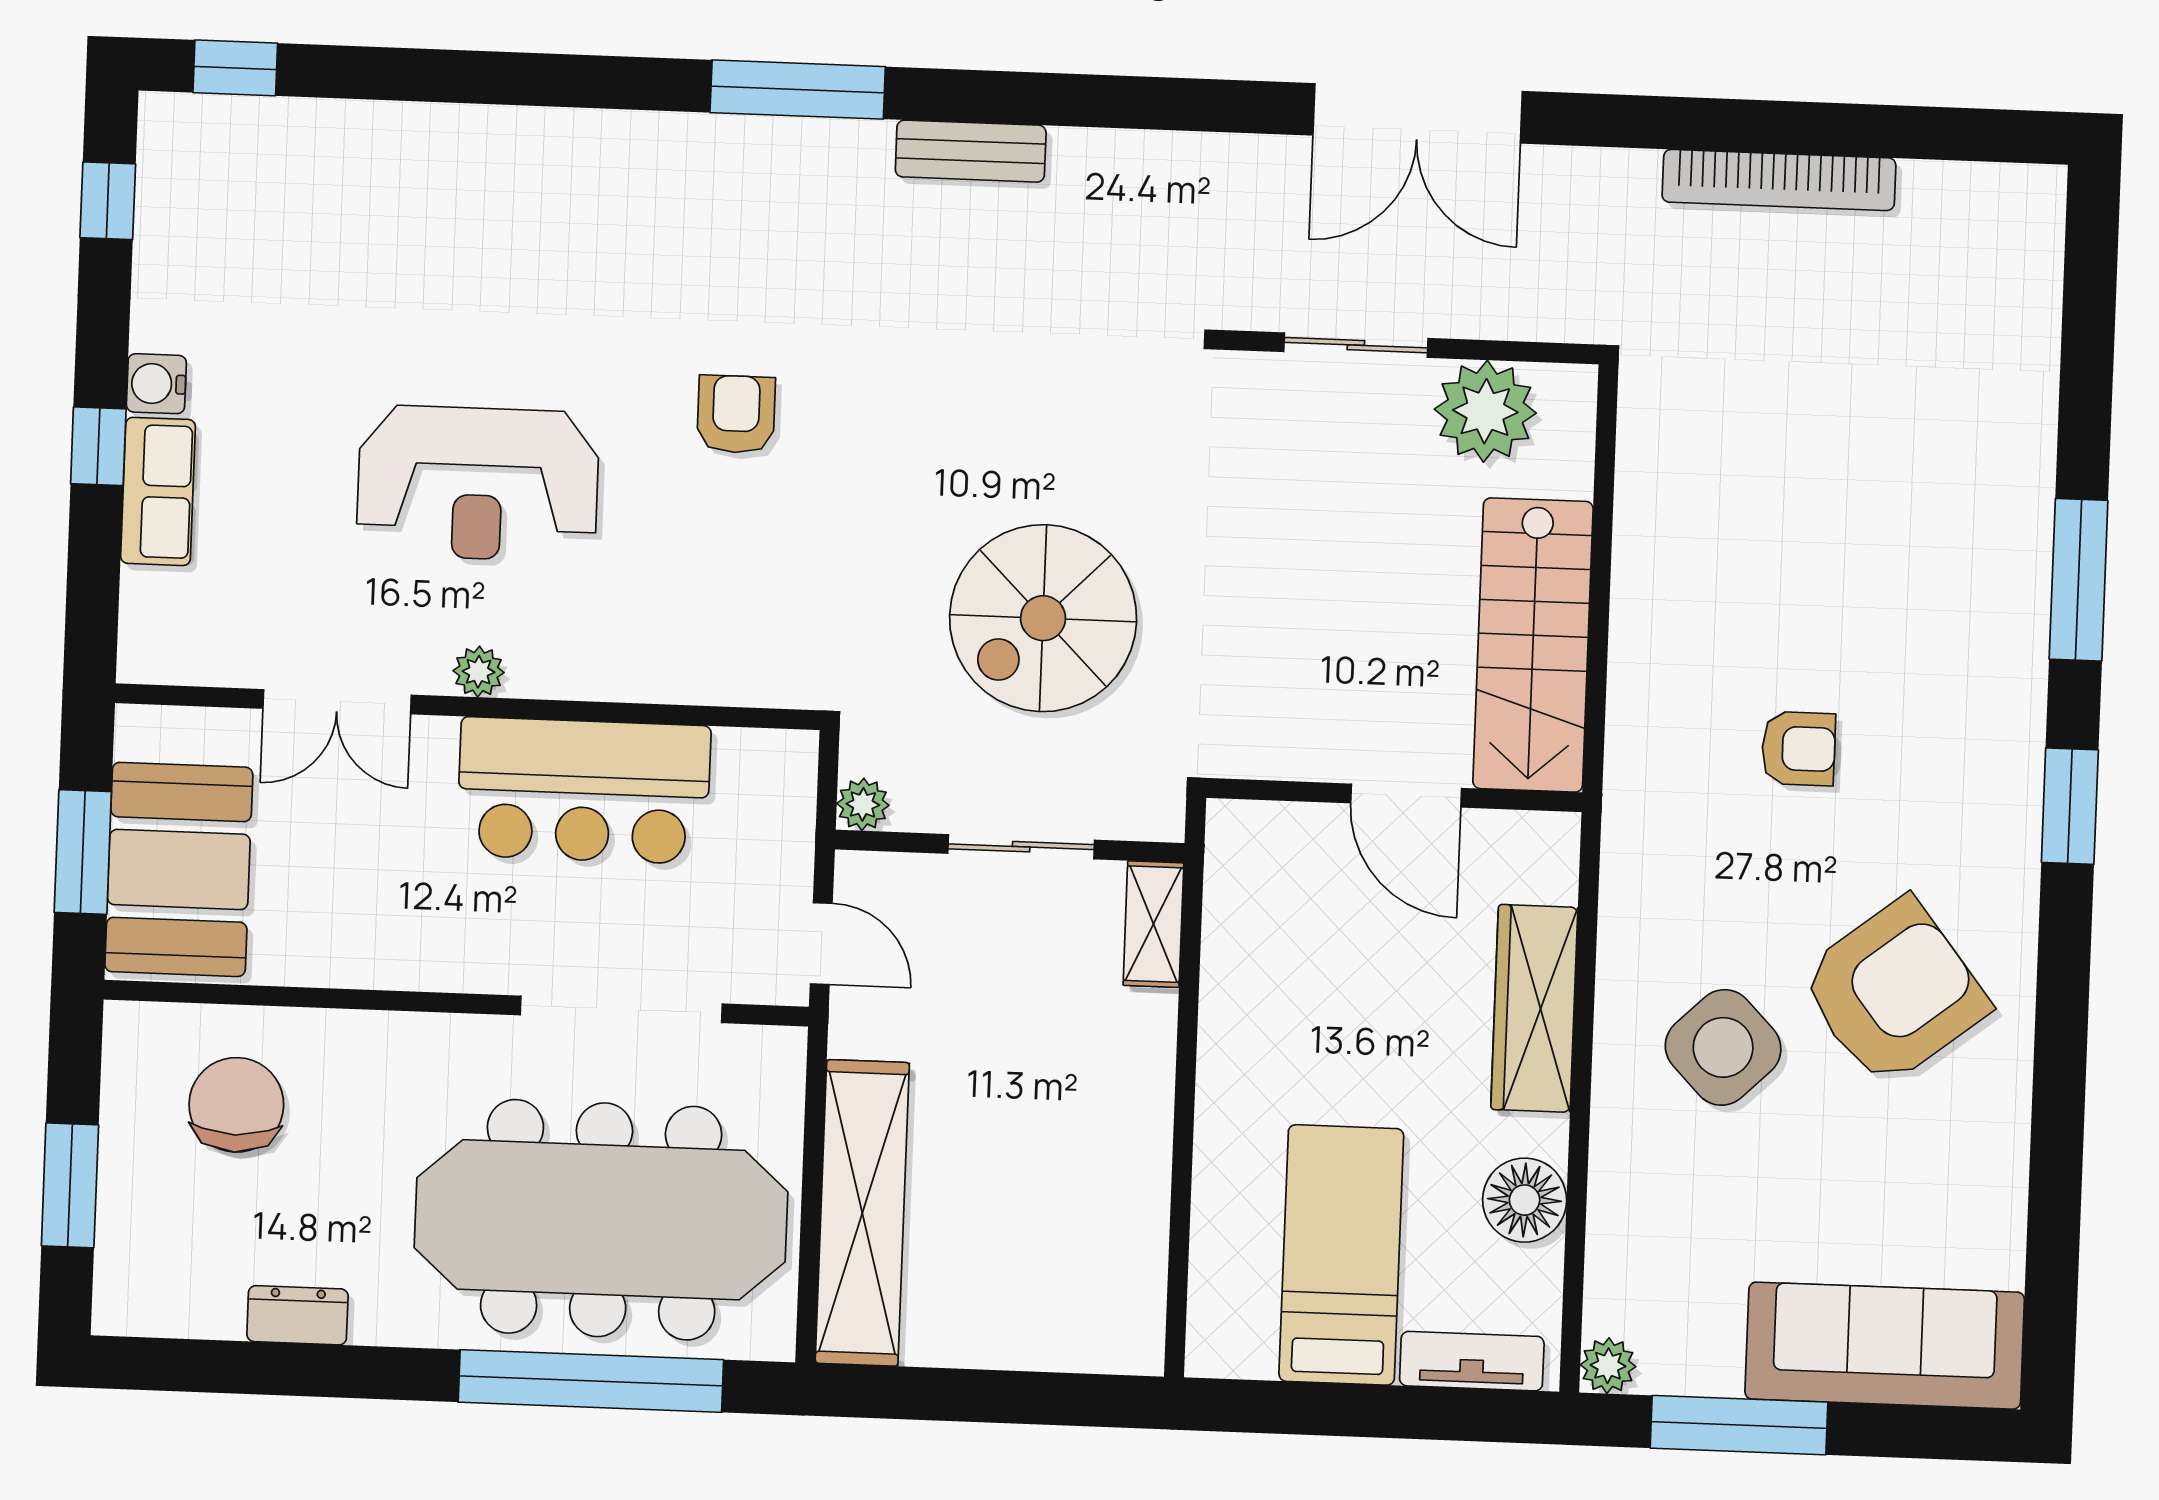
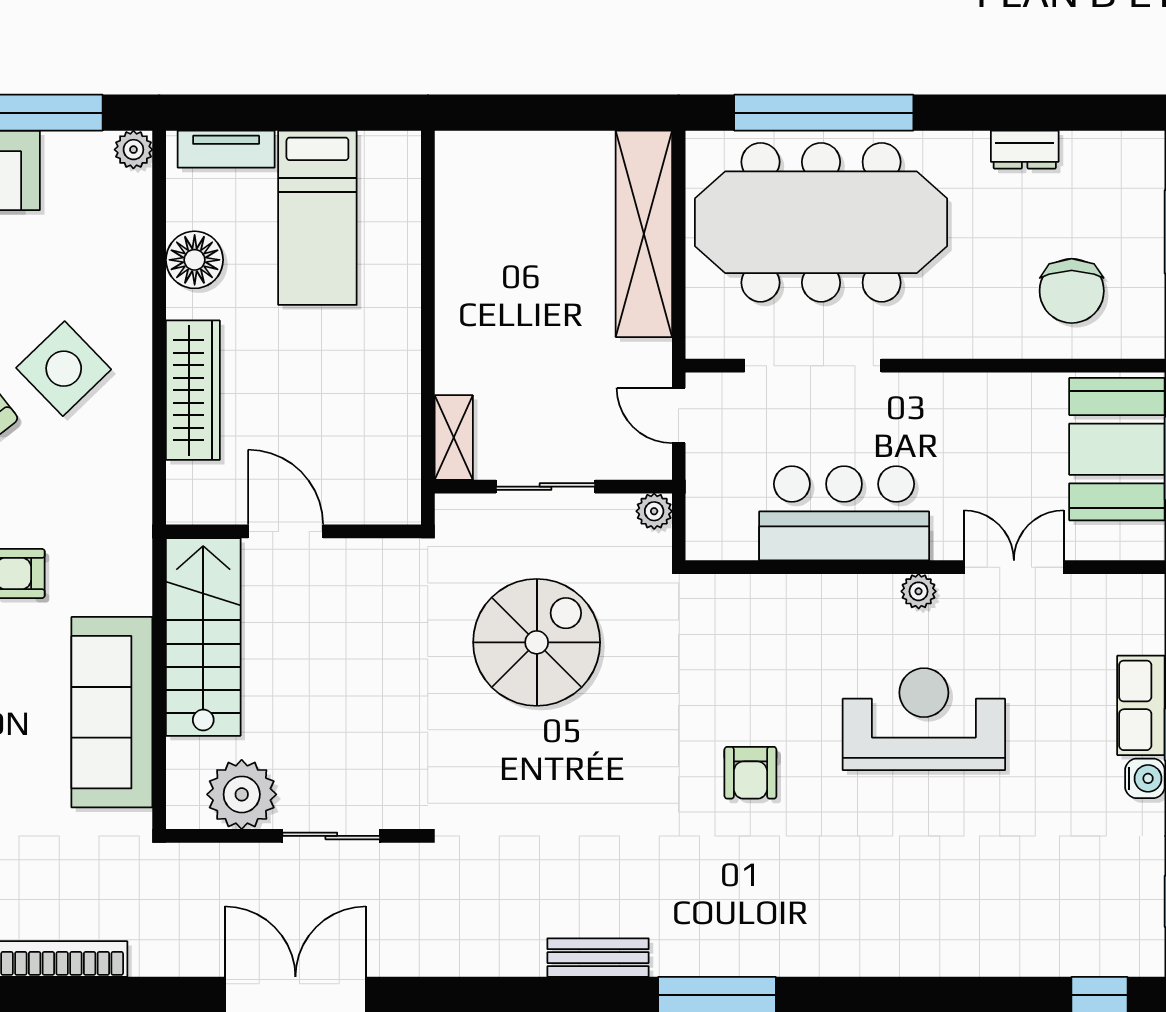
sofa: (1671, 539) -> (112, 712), added

